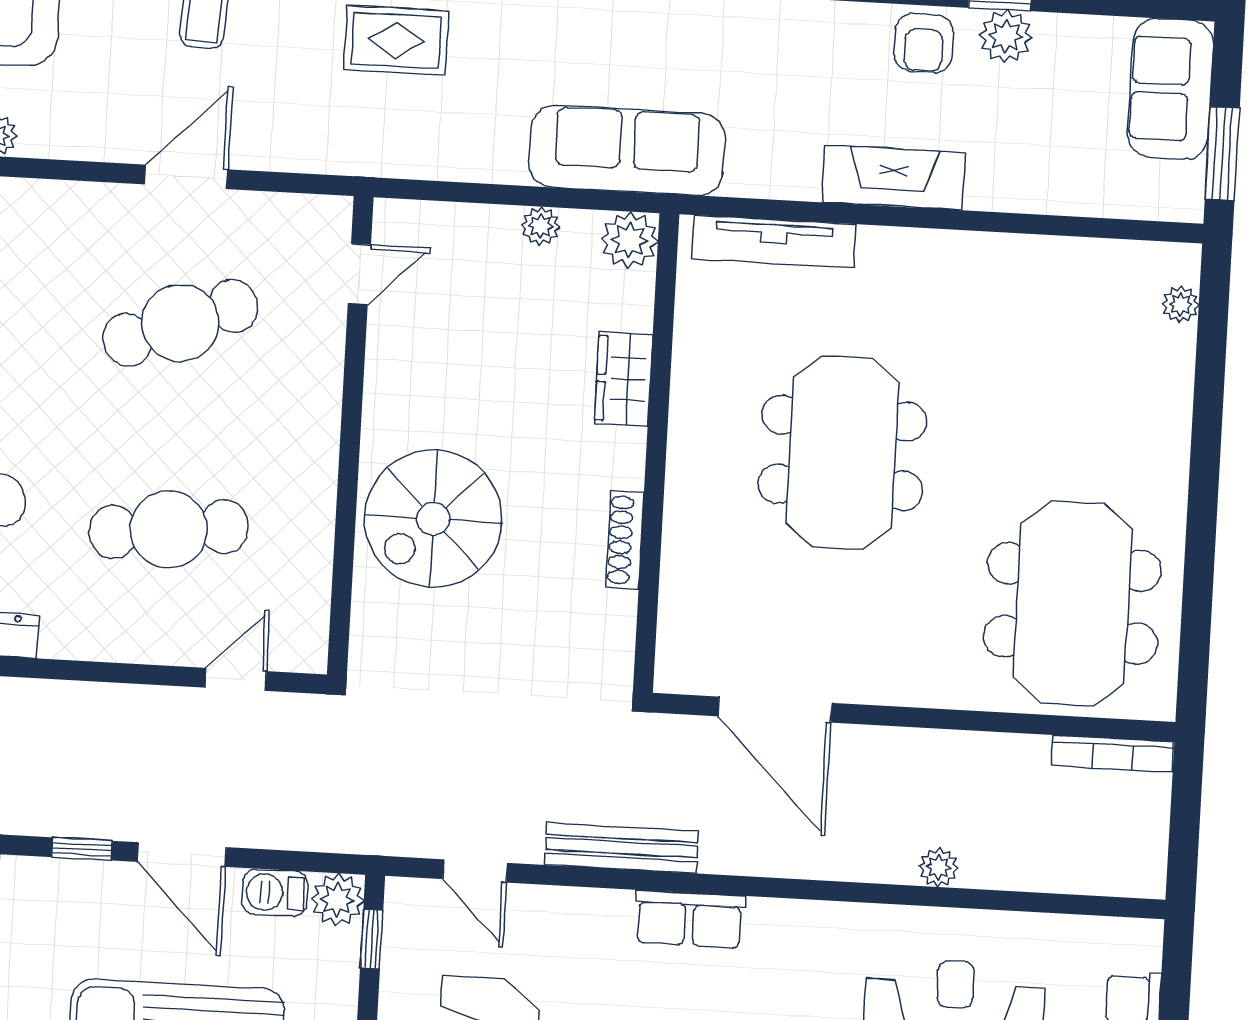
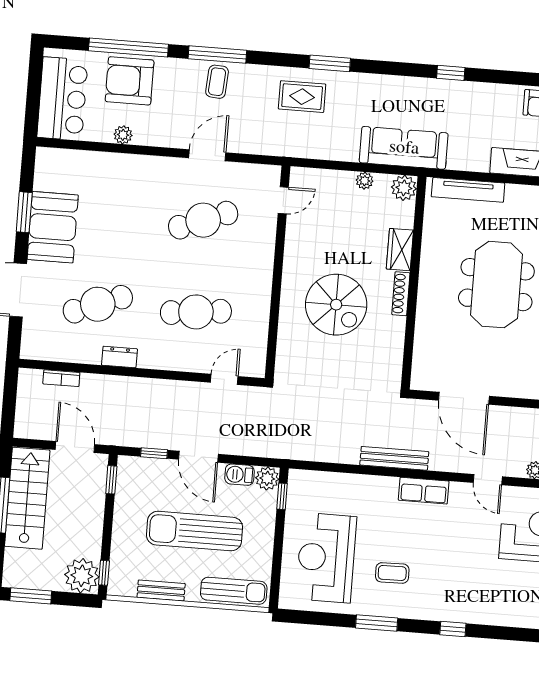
spiral stairs: (433, 519) -> (336, 305), moved, turned -90
shoe rack: (625, 540) -> (401, 294), moved
door: (475, 871) -> (488, 480), moved

